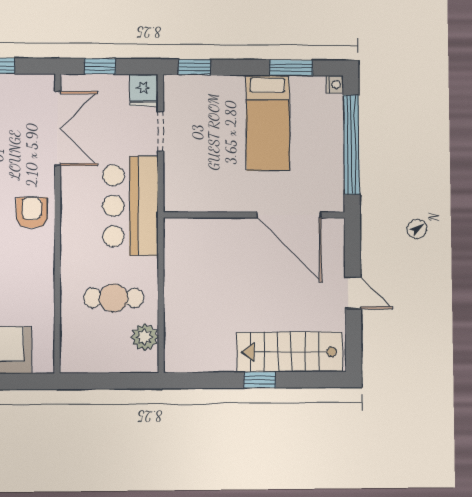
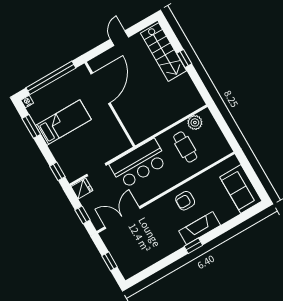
armchair: (32, 213) -> (185, 201), moved

